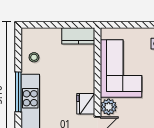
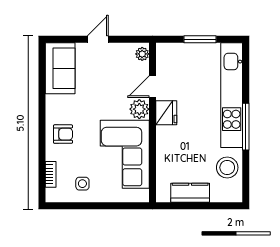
kitchen counter: (78, 36) -> (190, 193), moved
stool: (34, 57) -> (227, 168), width x1.89, depth x1.89

